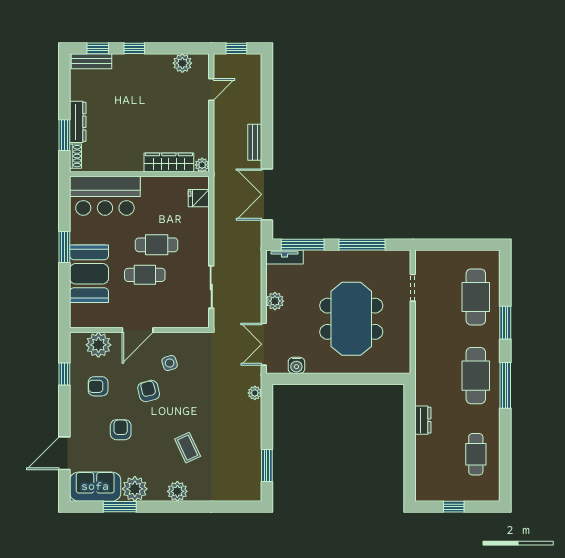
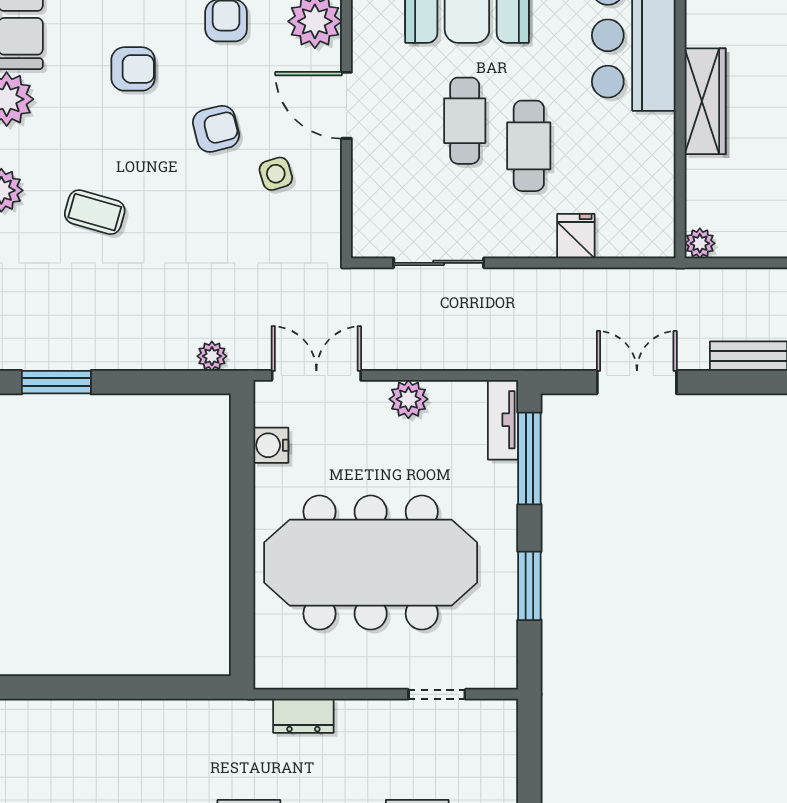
wardrobe: (169, 162) -> (705, 101), moved
double door: (267, 194) -> (637, 382), width x0.73
fridge: (199, 198) -> (576, 236), moved
window: (362, 245) -> (529, 586), width x0.69
meeting table: (351, 319) -> (371, 563), width x1.36
dresser: (423, 420) -> (303, 716), moved
coffee table: (188, 448) -> (95, 212), turned 41

